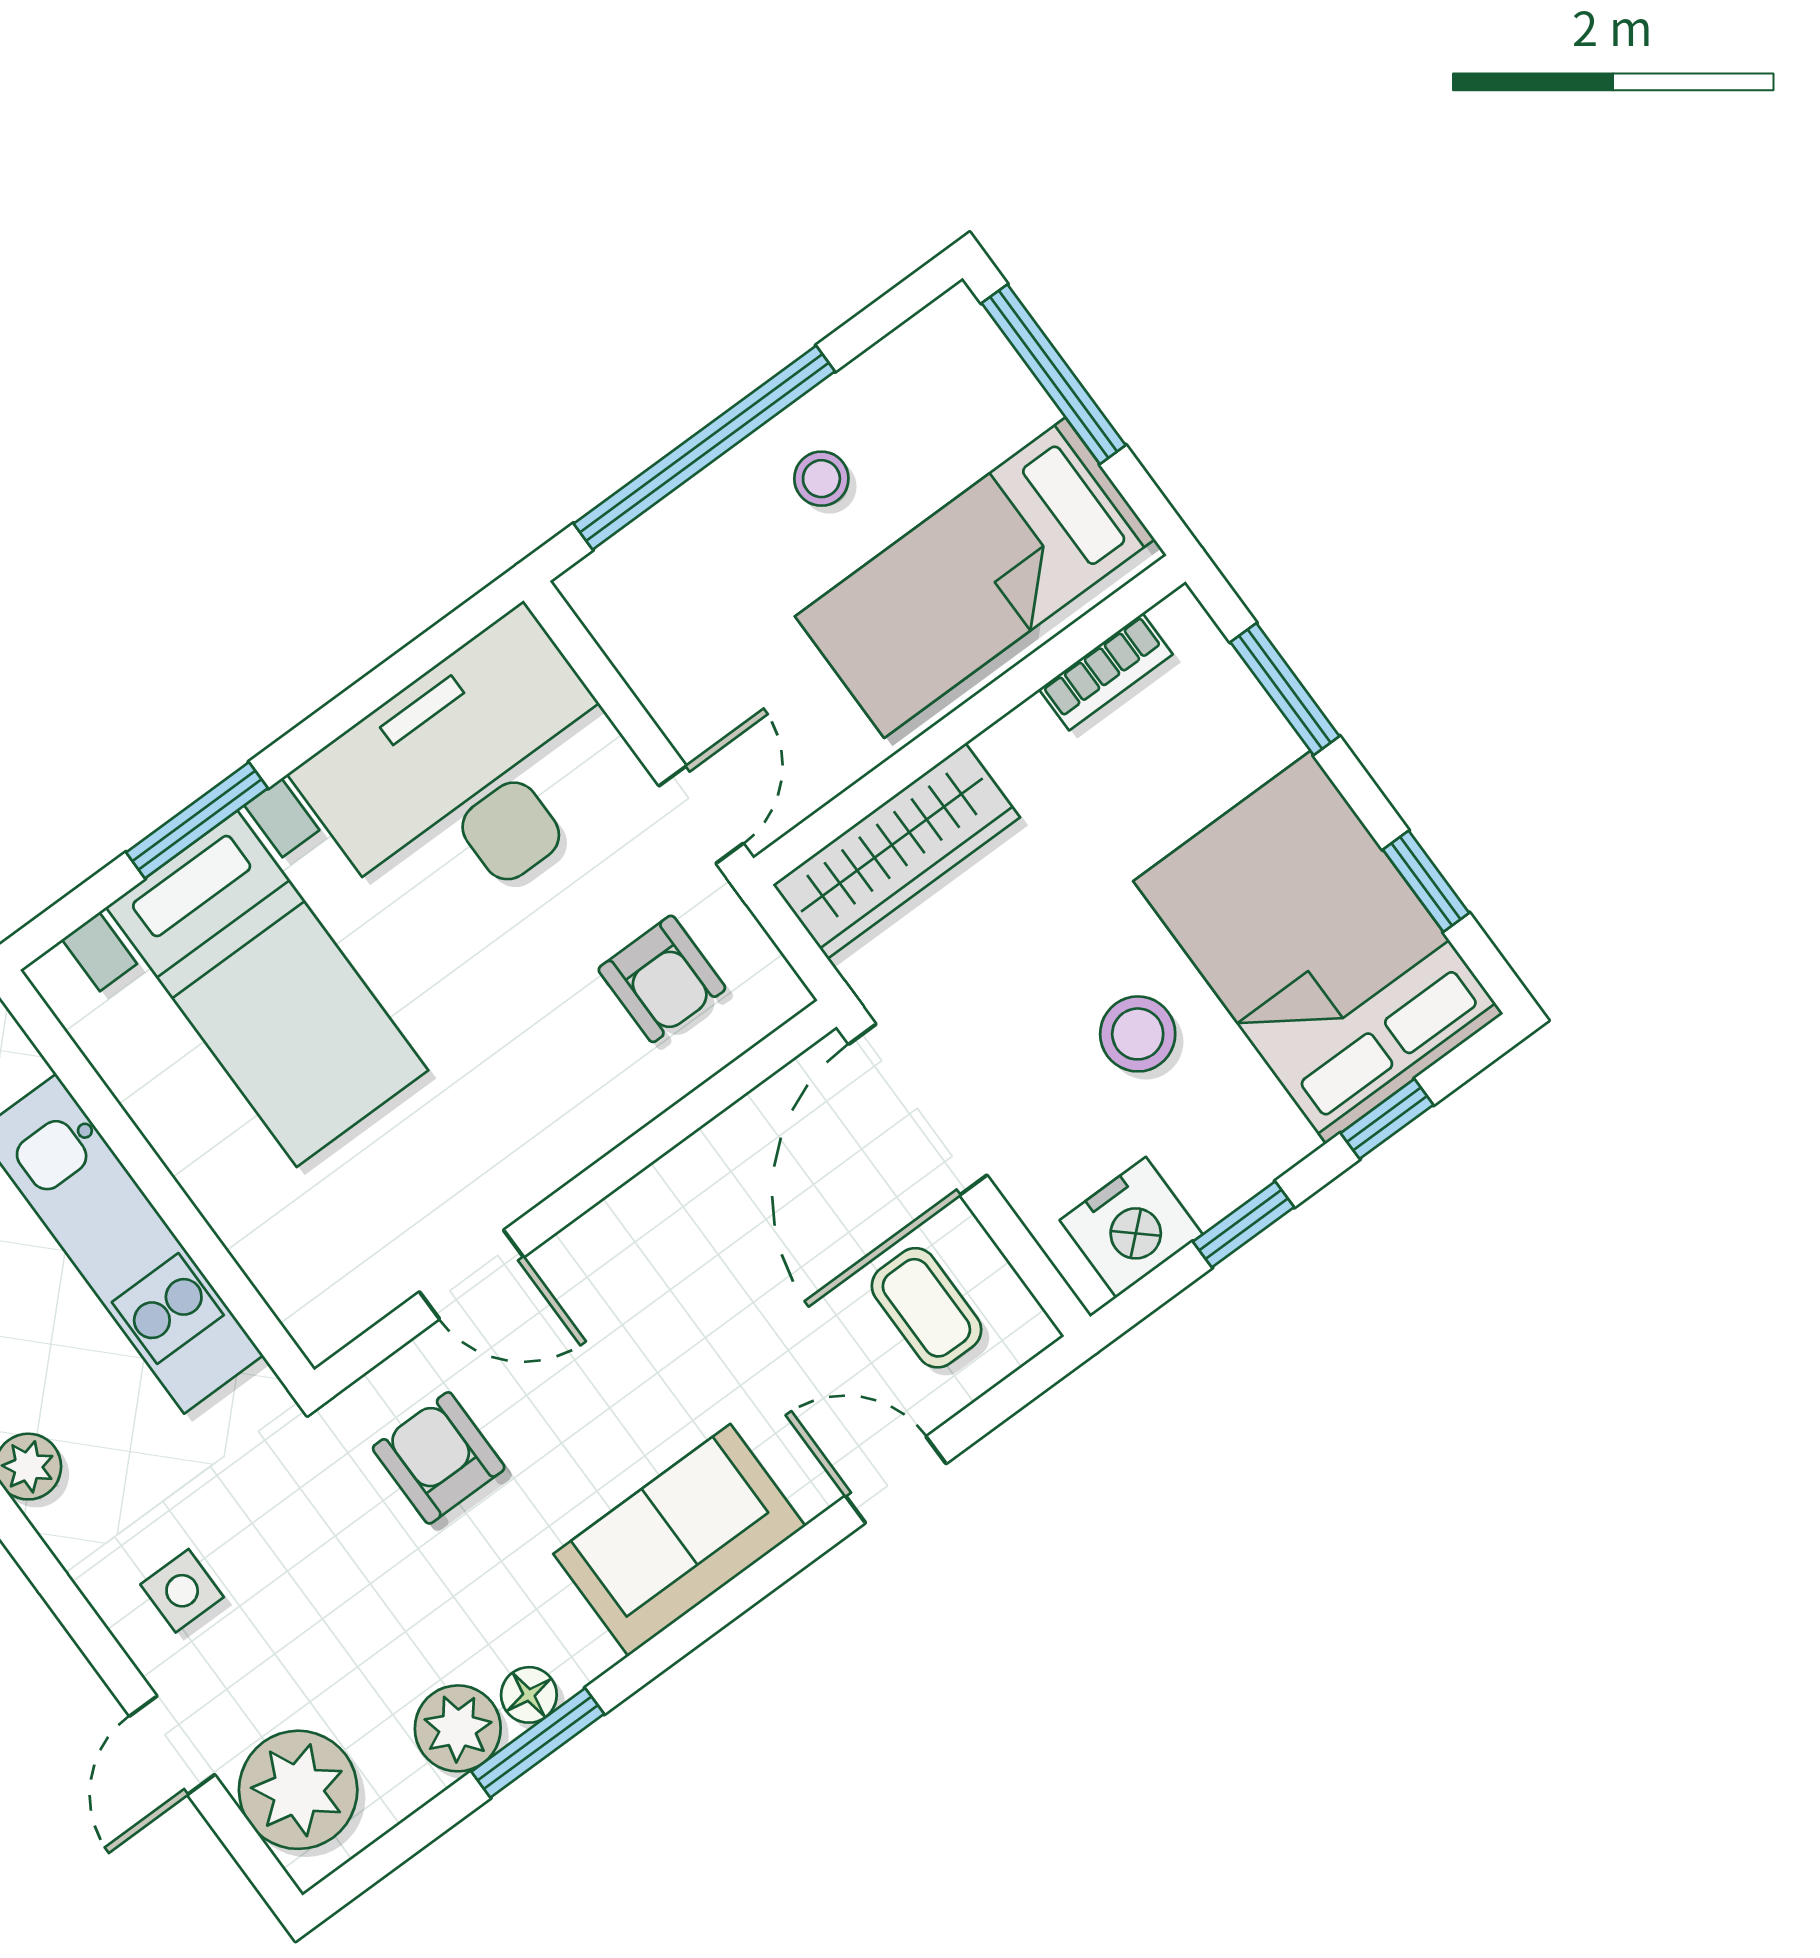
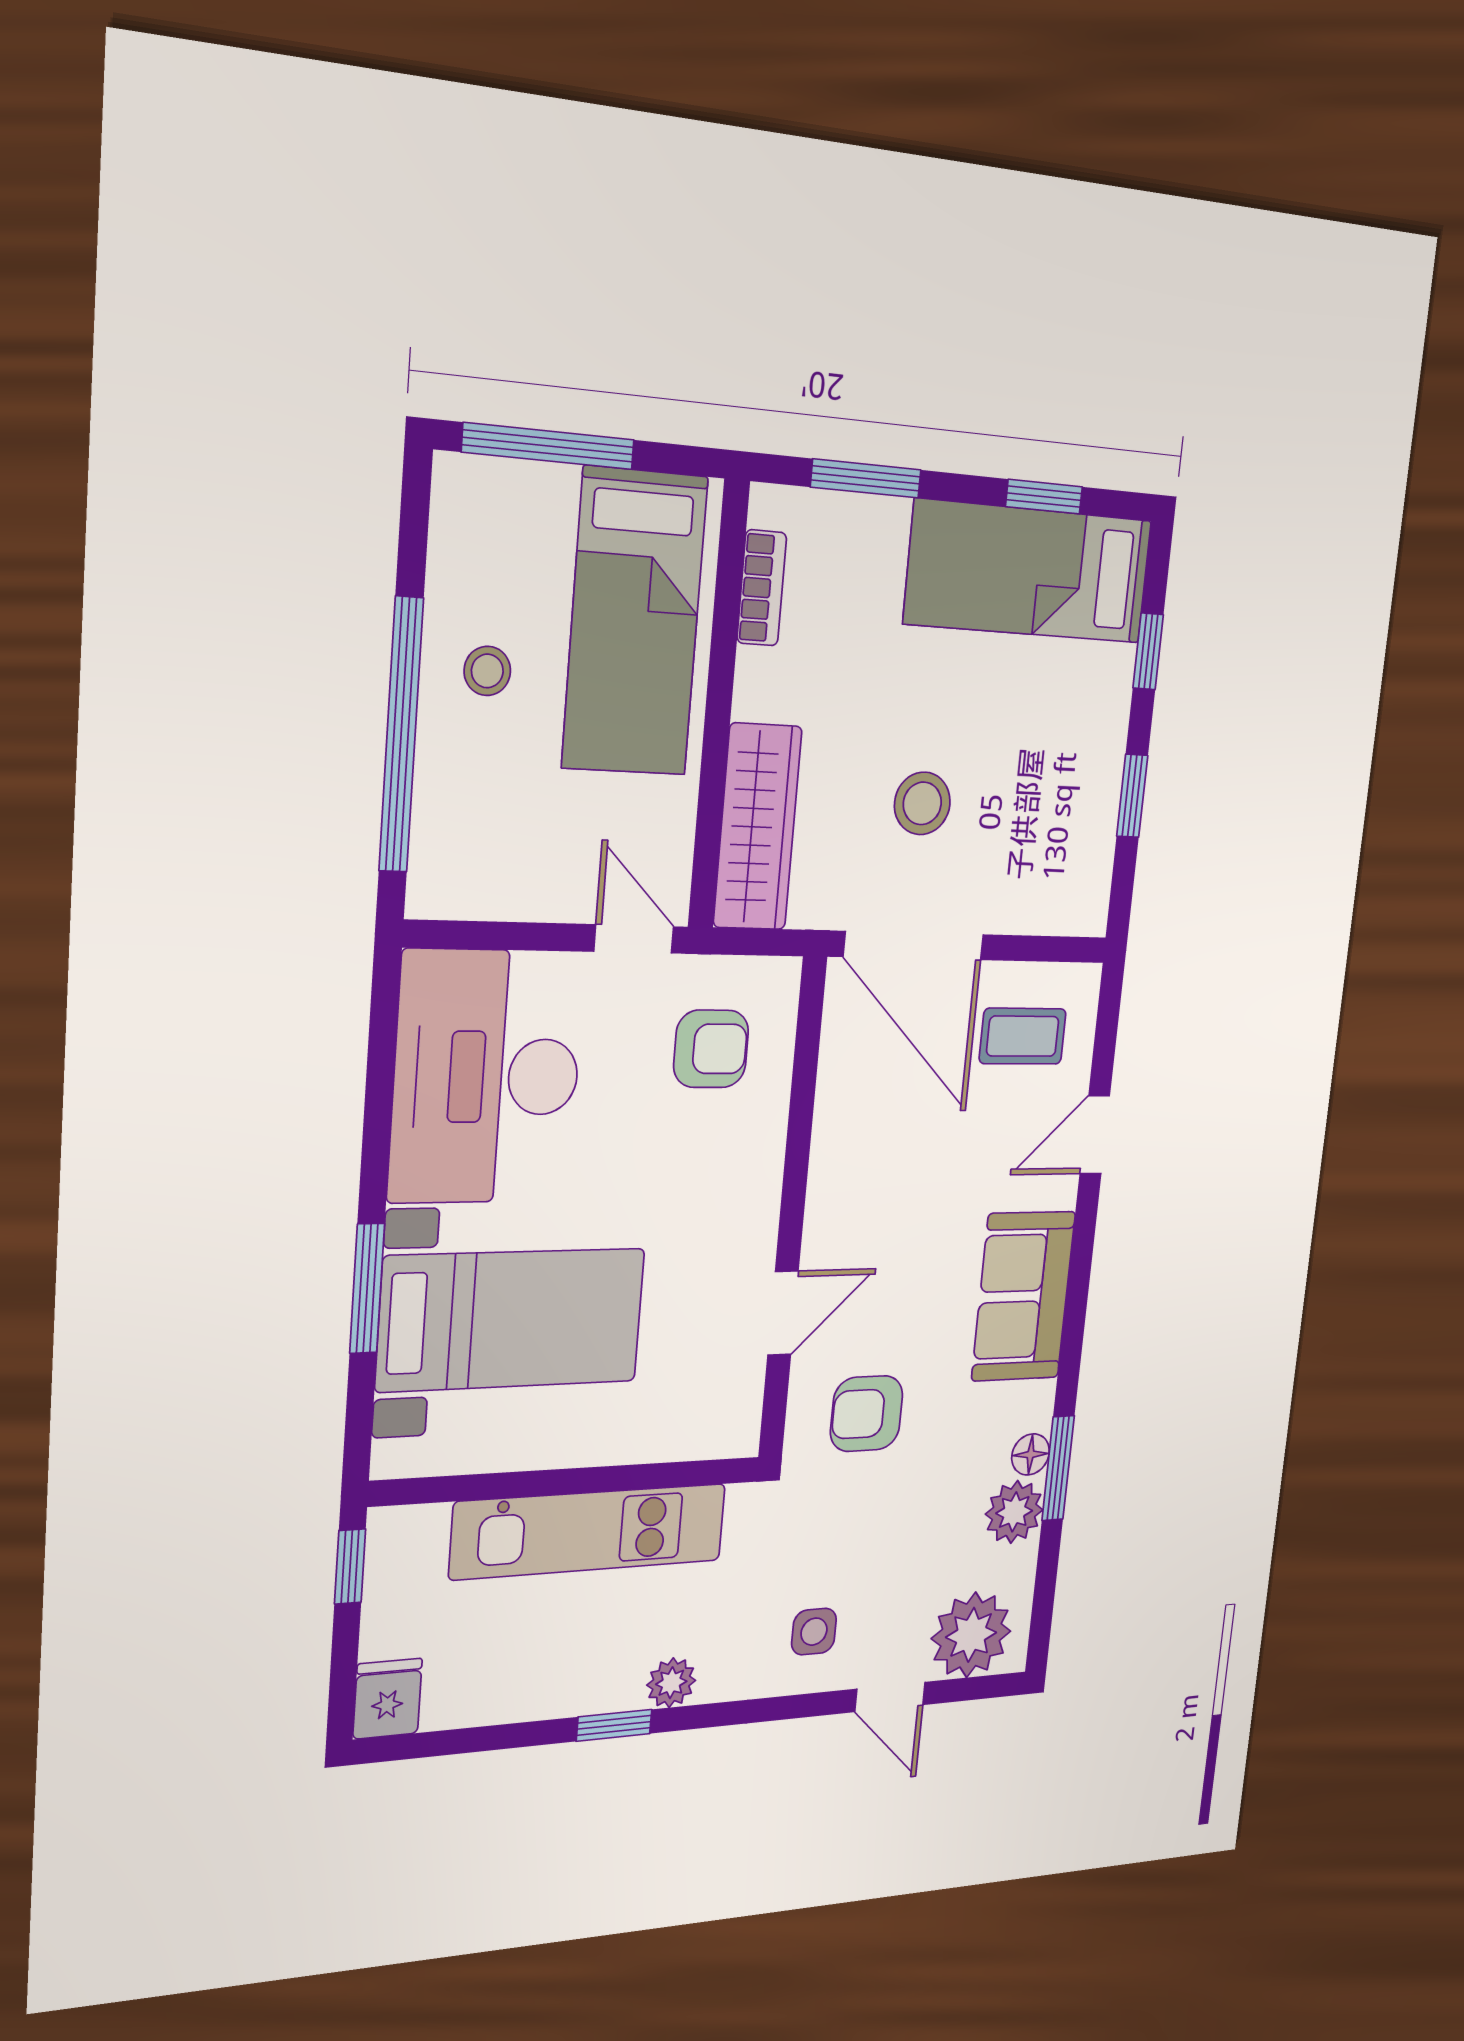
bed: (1318, 947) -> (1029, 572), width x0.67
stool: (1138, 1034) -> (922, 803), moved
nightstand: (1131, 1227) -> (1080, 868), removed

